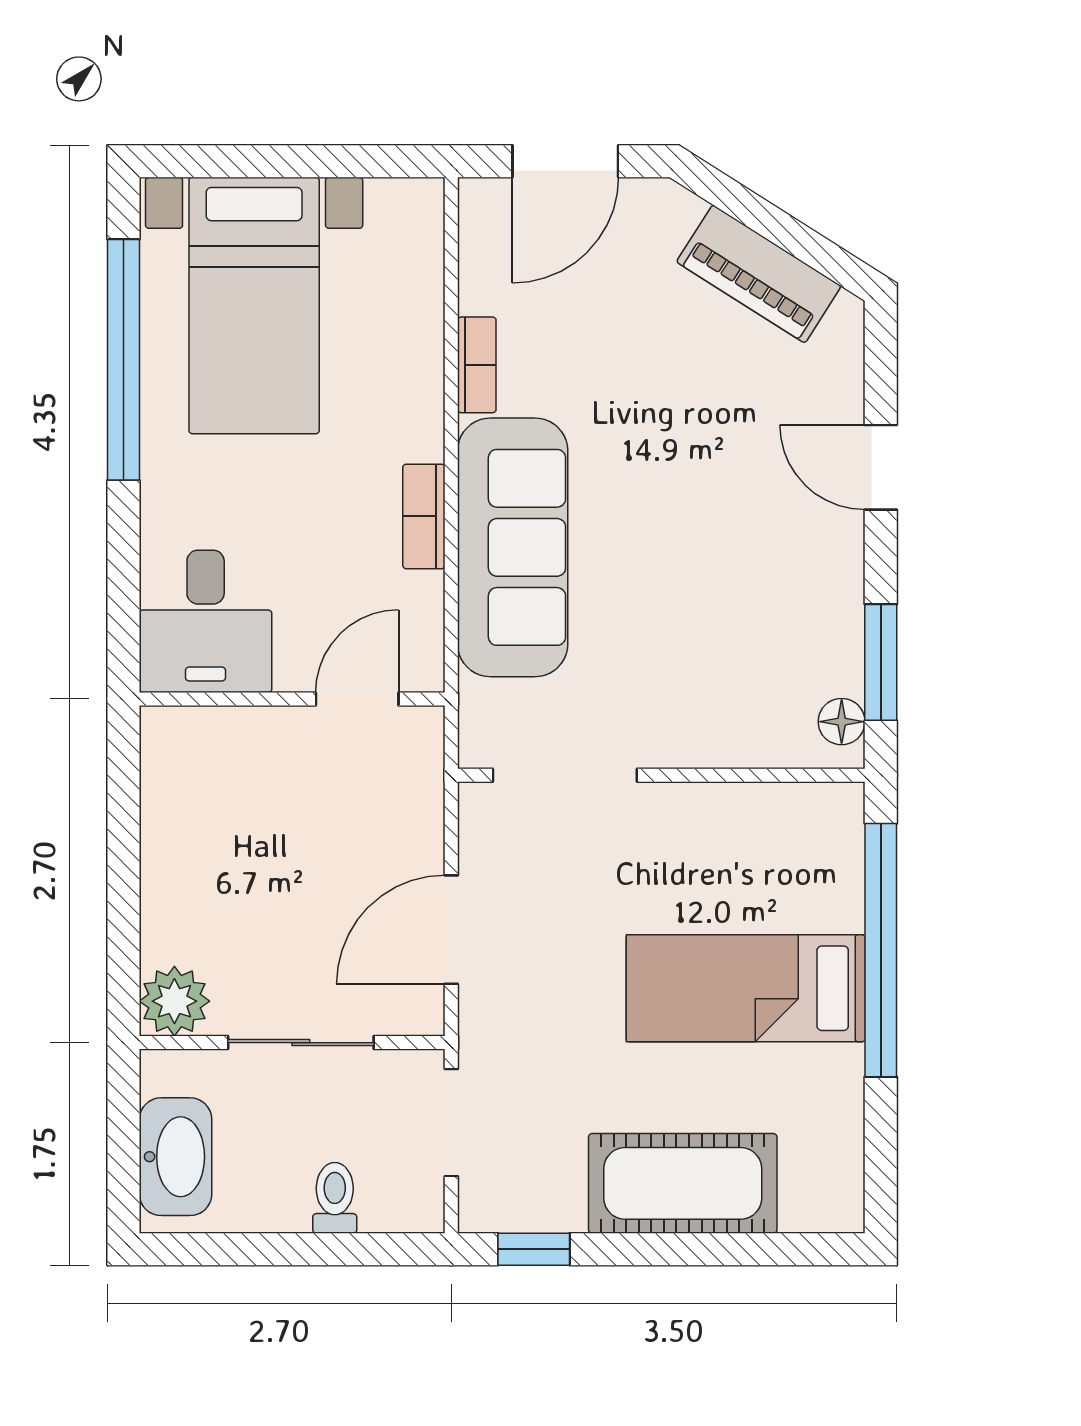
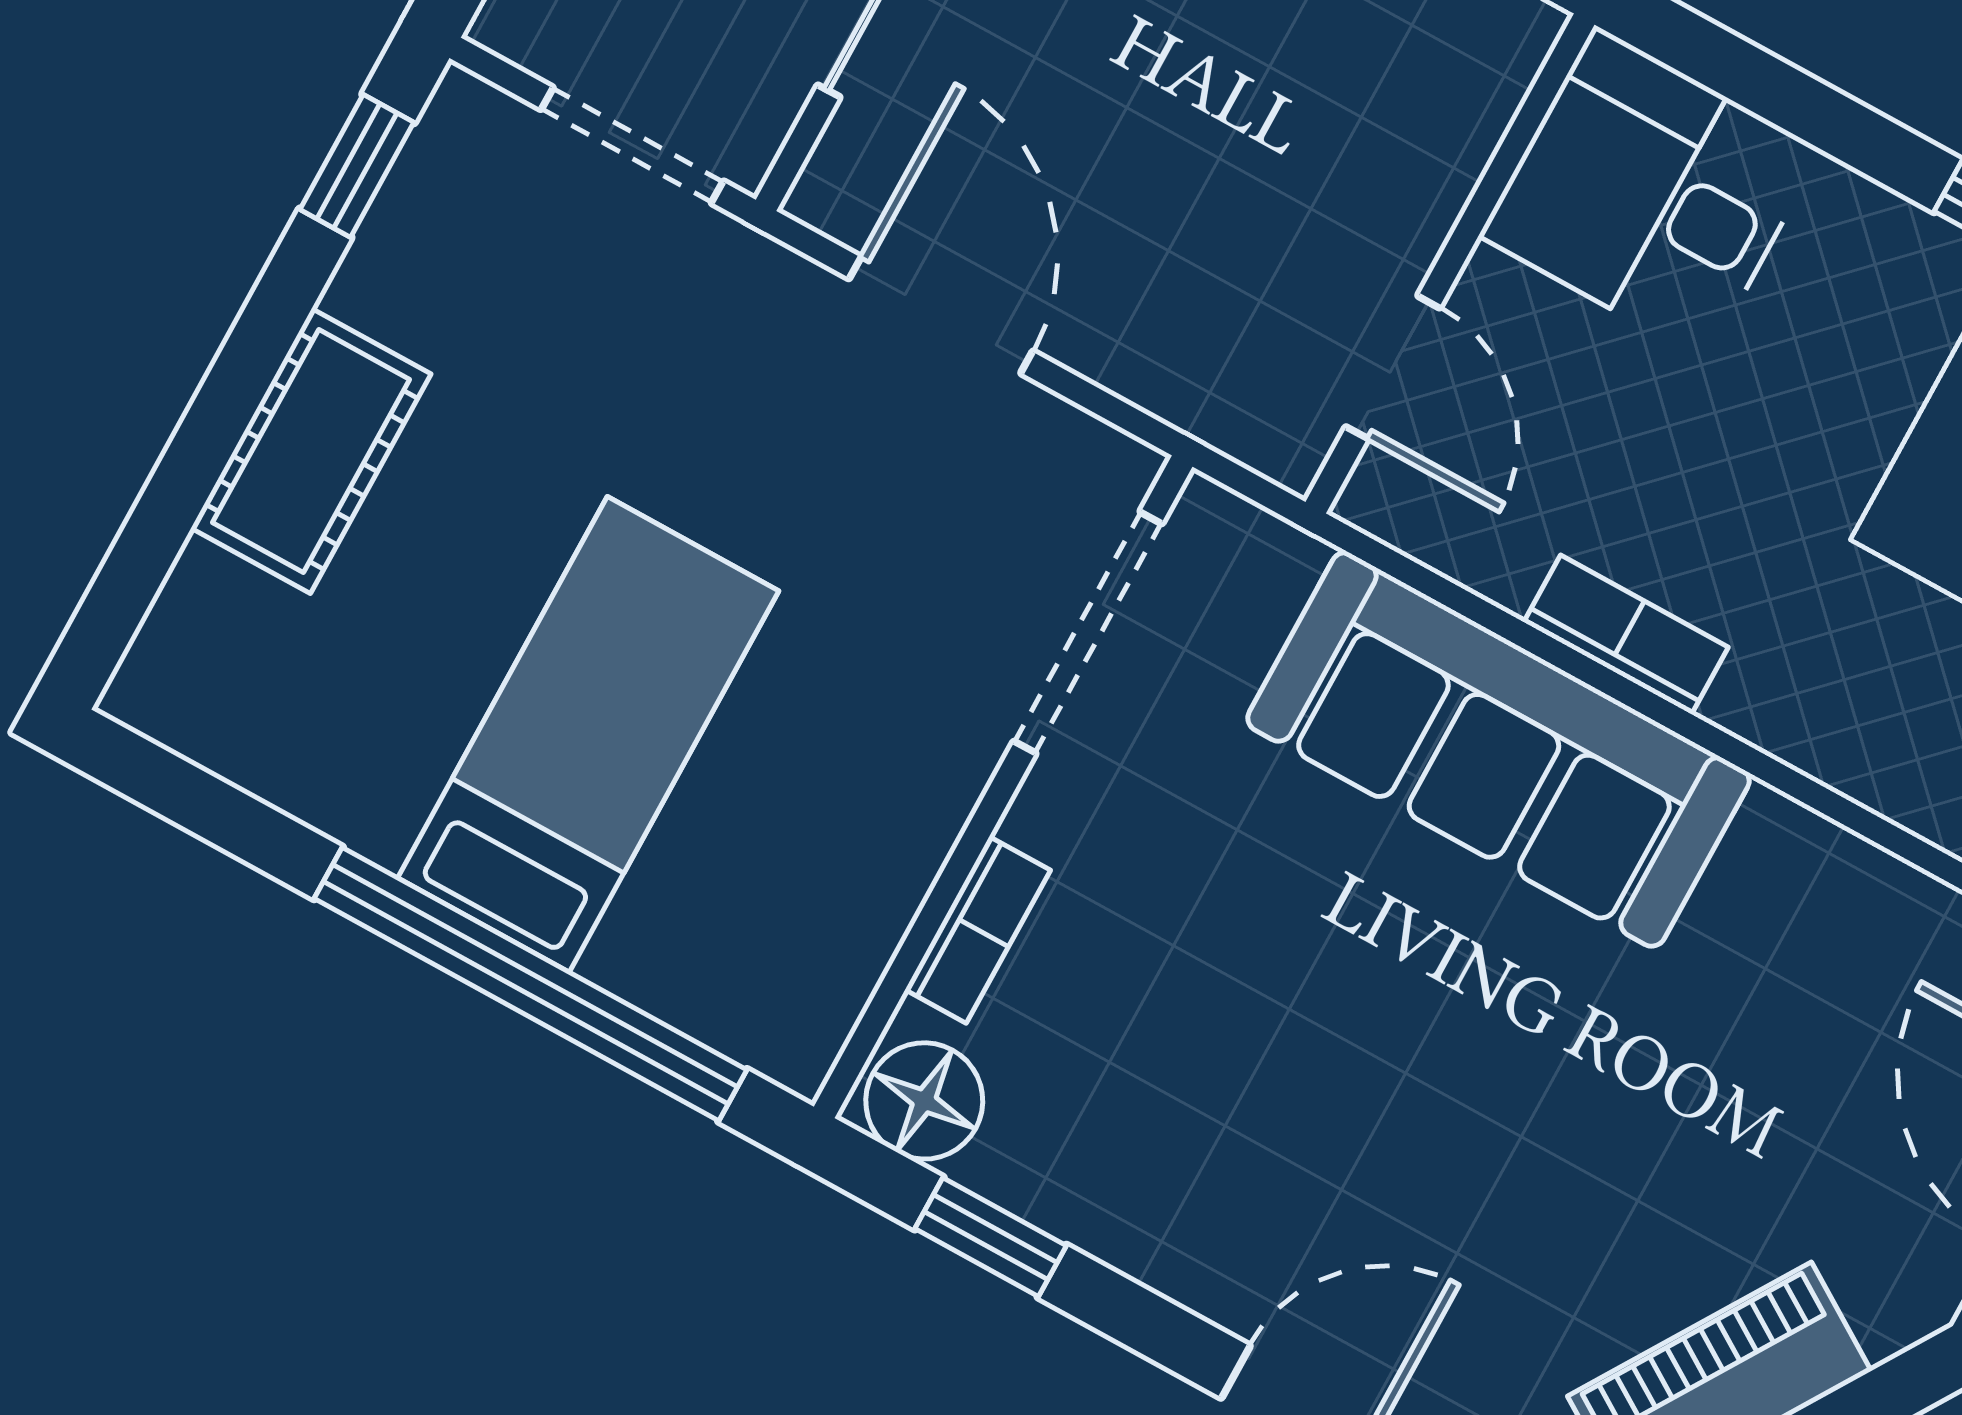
bookcase: (477, 365) -> (978, 930), moved, turned -90
window: (881, 662) -> (991, 1237), width x0.67
floor lamp: (842, 722) -> (924, 1101), width x1.37, depth x1.37
cot: (683, 1183) -> (311, 451), width x0.73, depth x0.75

